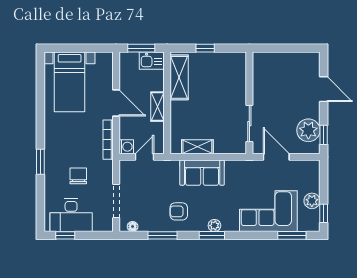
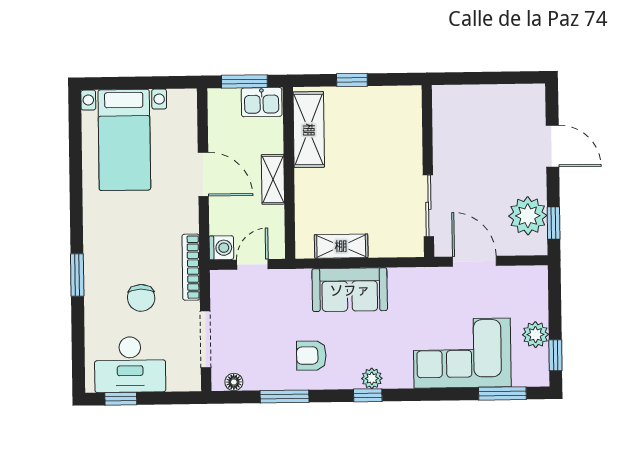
bookcase: (108, 140) -> (191, 267), moved
chair: (78, 176) -> (141, 298), turned 180
window: (212, 235) -> (368, 395), width x0.67

